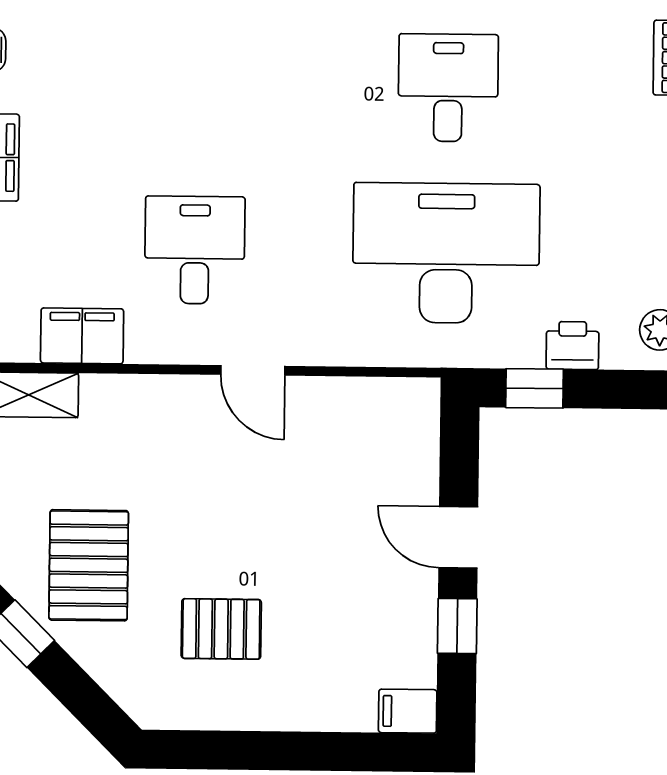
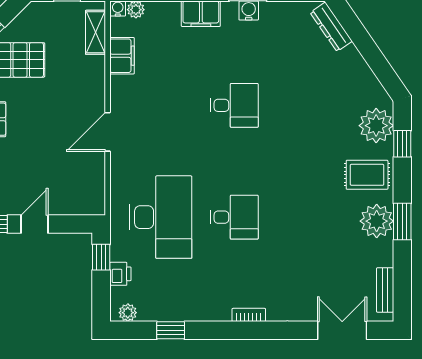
desk: (195, 250) -> (234, 105), moved
door: (253, 370) -> (108, 132), width x1.38

